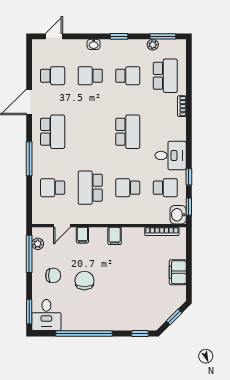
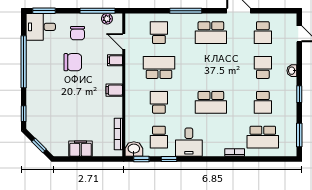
plant: (153, 45) -> (292, 126), removed

